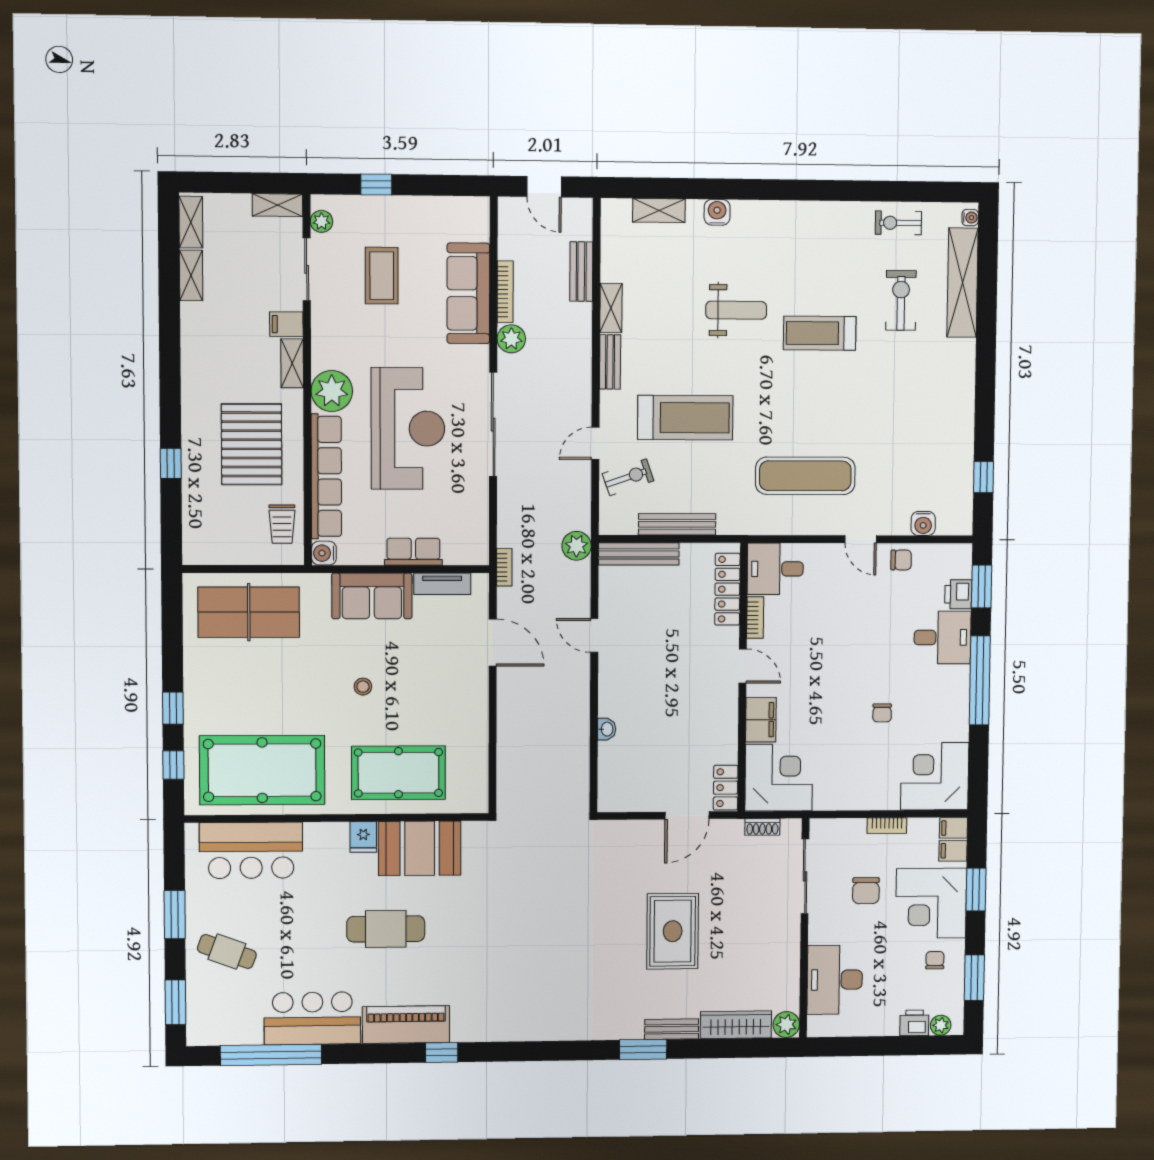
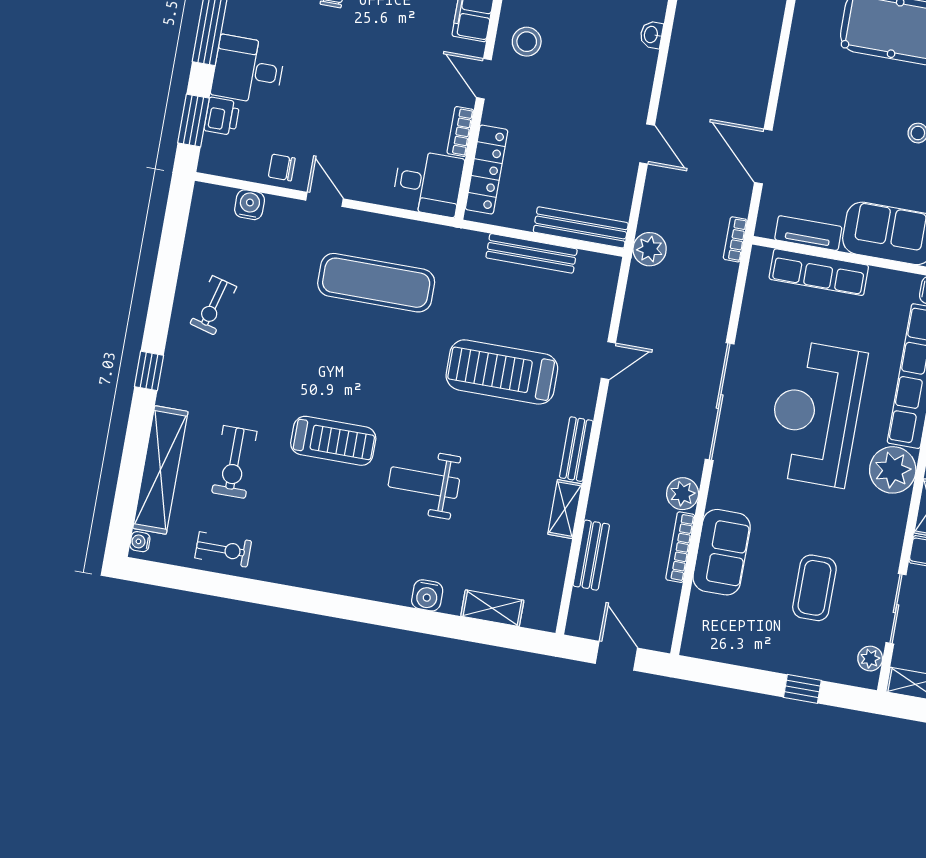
sofa: (468, 293) -> (722, 552), width x0.73
exercise bike: (628, 477) -> (213, 305), moved, turned -56
window: (984, 477) -> (149, 371), moved
row of seats: (413, 552) -> (819, 272), width x1.48
stool: (712, 704) -> (527, 42), added

